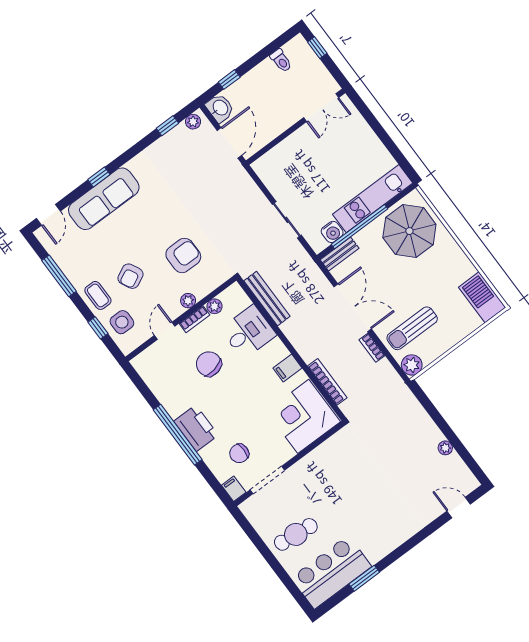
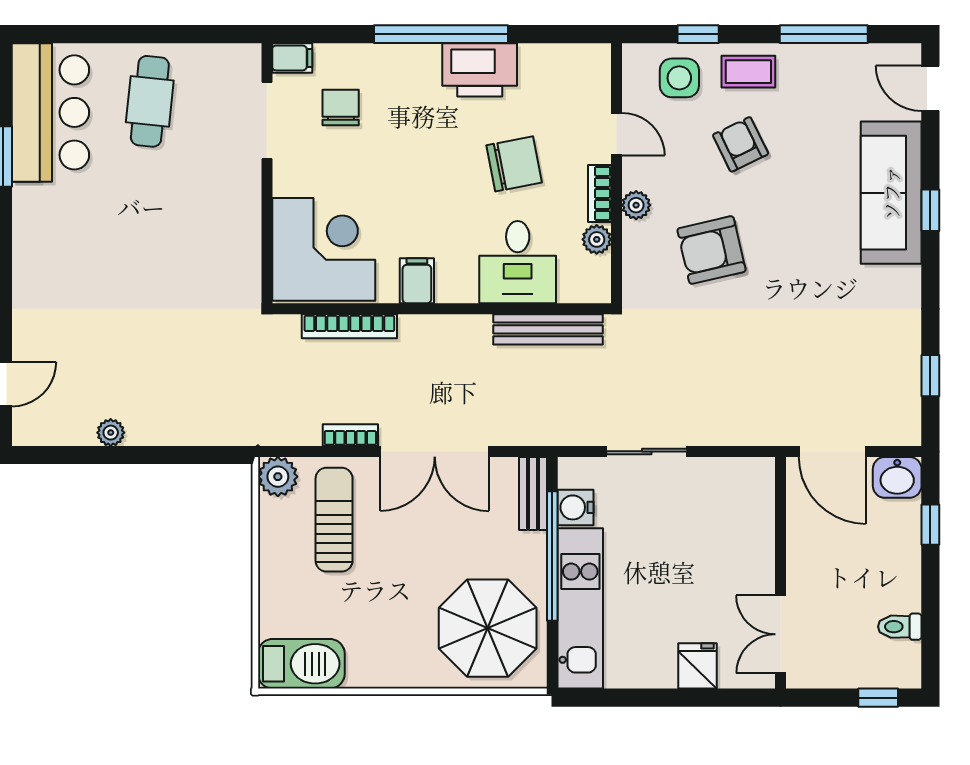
plant: (193, 122) -> (907, 420), removed
fridge: (360, 132) -> (698, 666), added
armchair: (183, 255) -> (711, 250), turned 77
printer: (196, 428) -> (480, 70), moved

